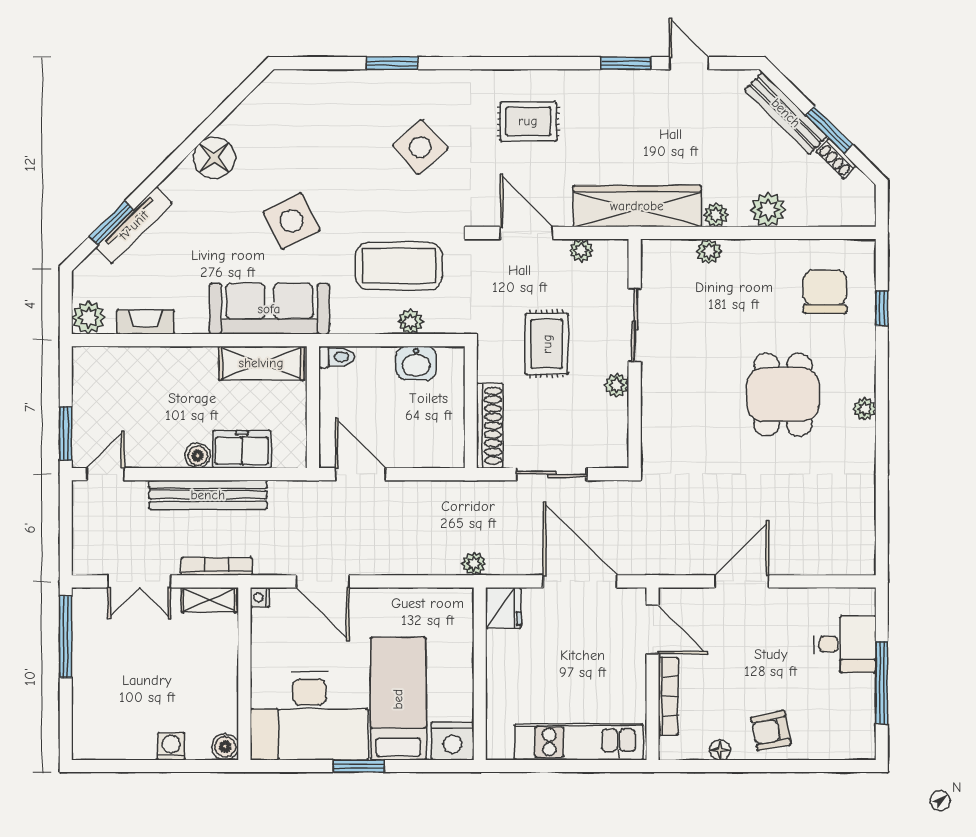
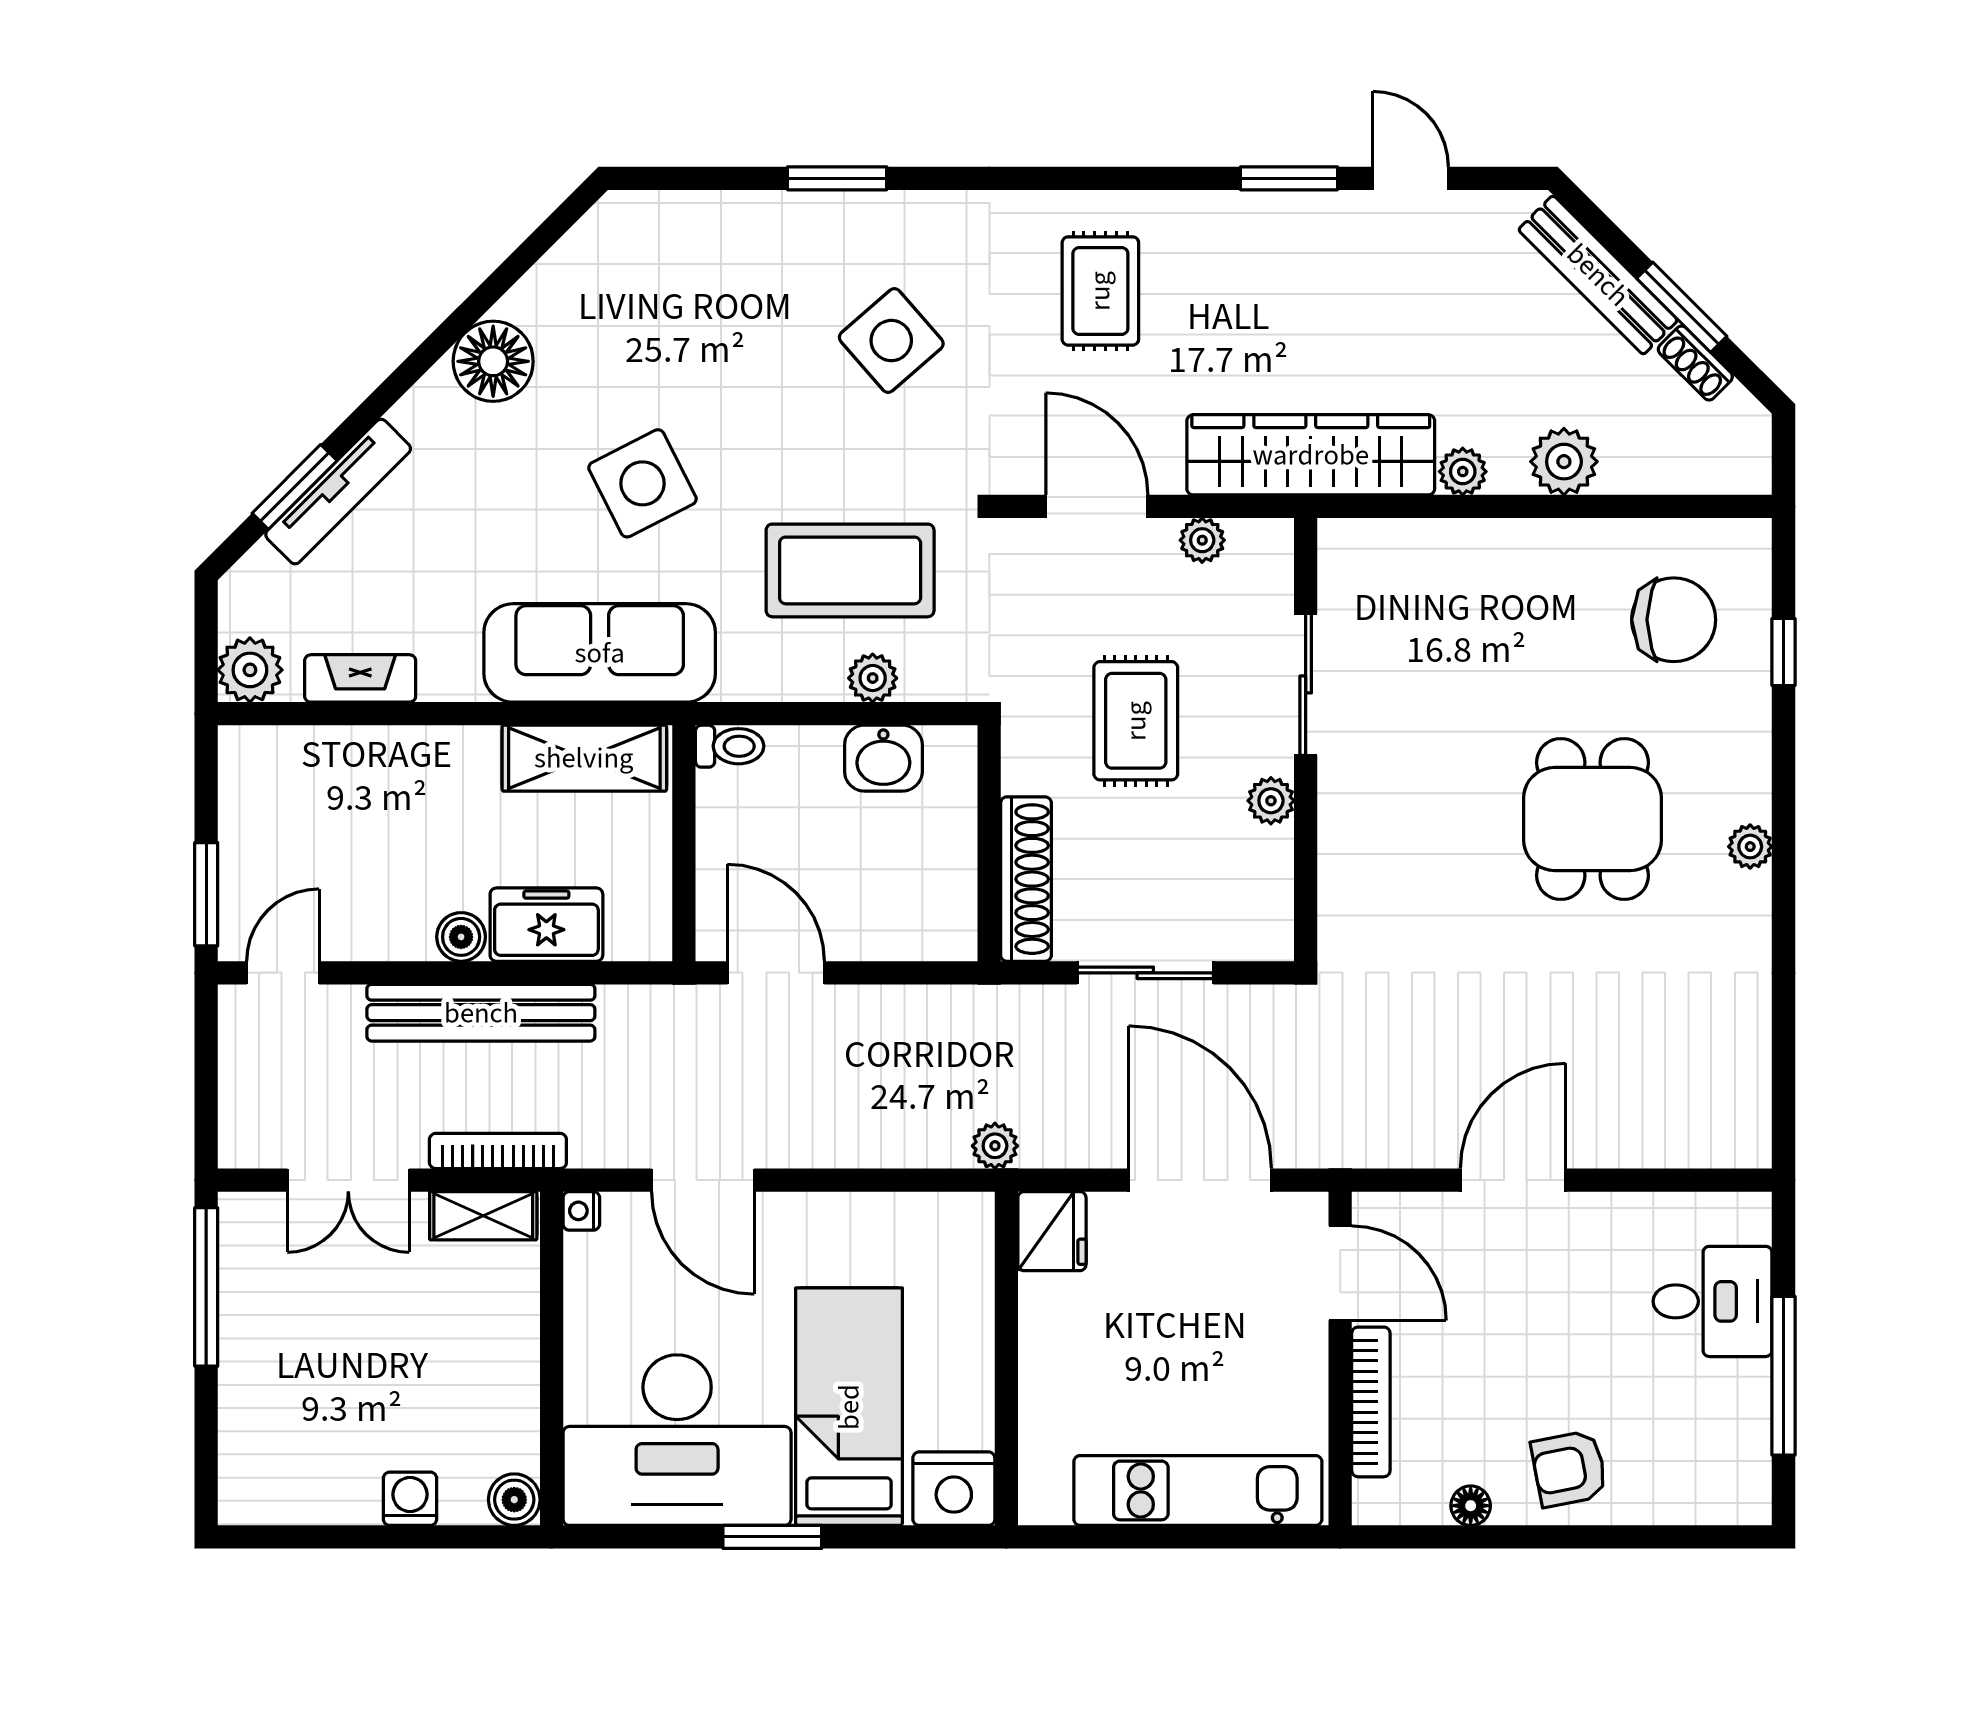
rug: (528, 121) -> (1100, 291), turned 90
plant: (709, 251) -> (1450, 542), removed
chair: (825, 292) -> (1674, 620), turned 90

